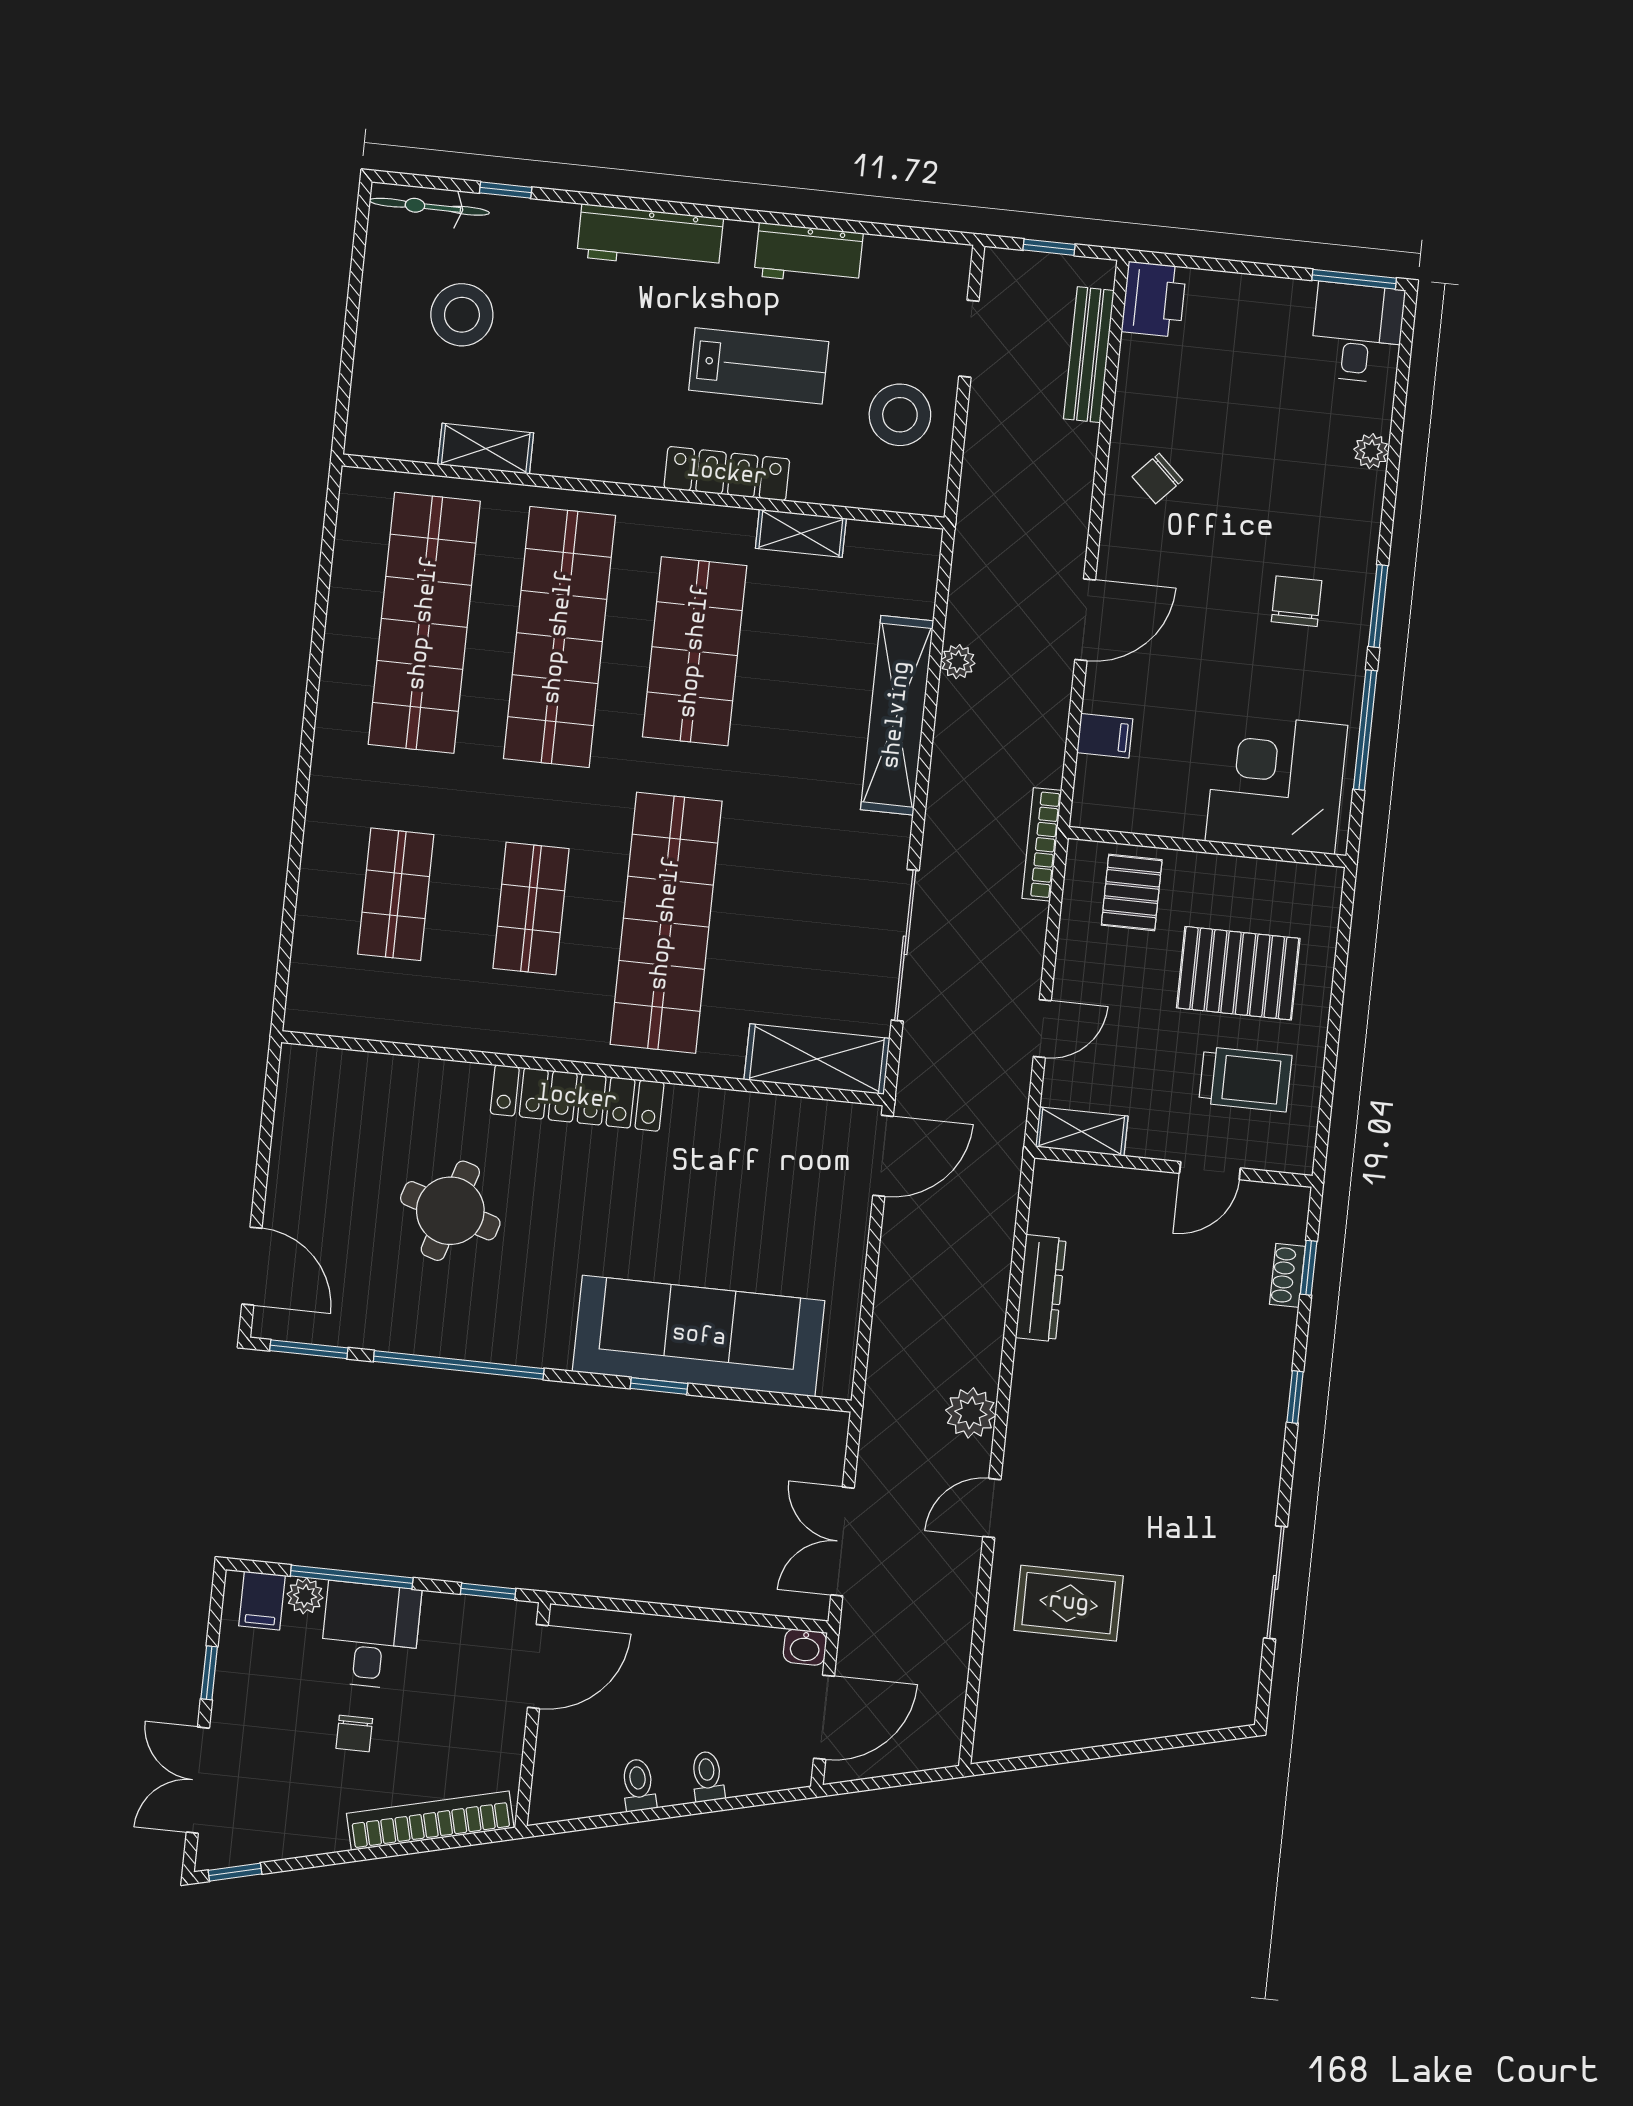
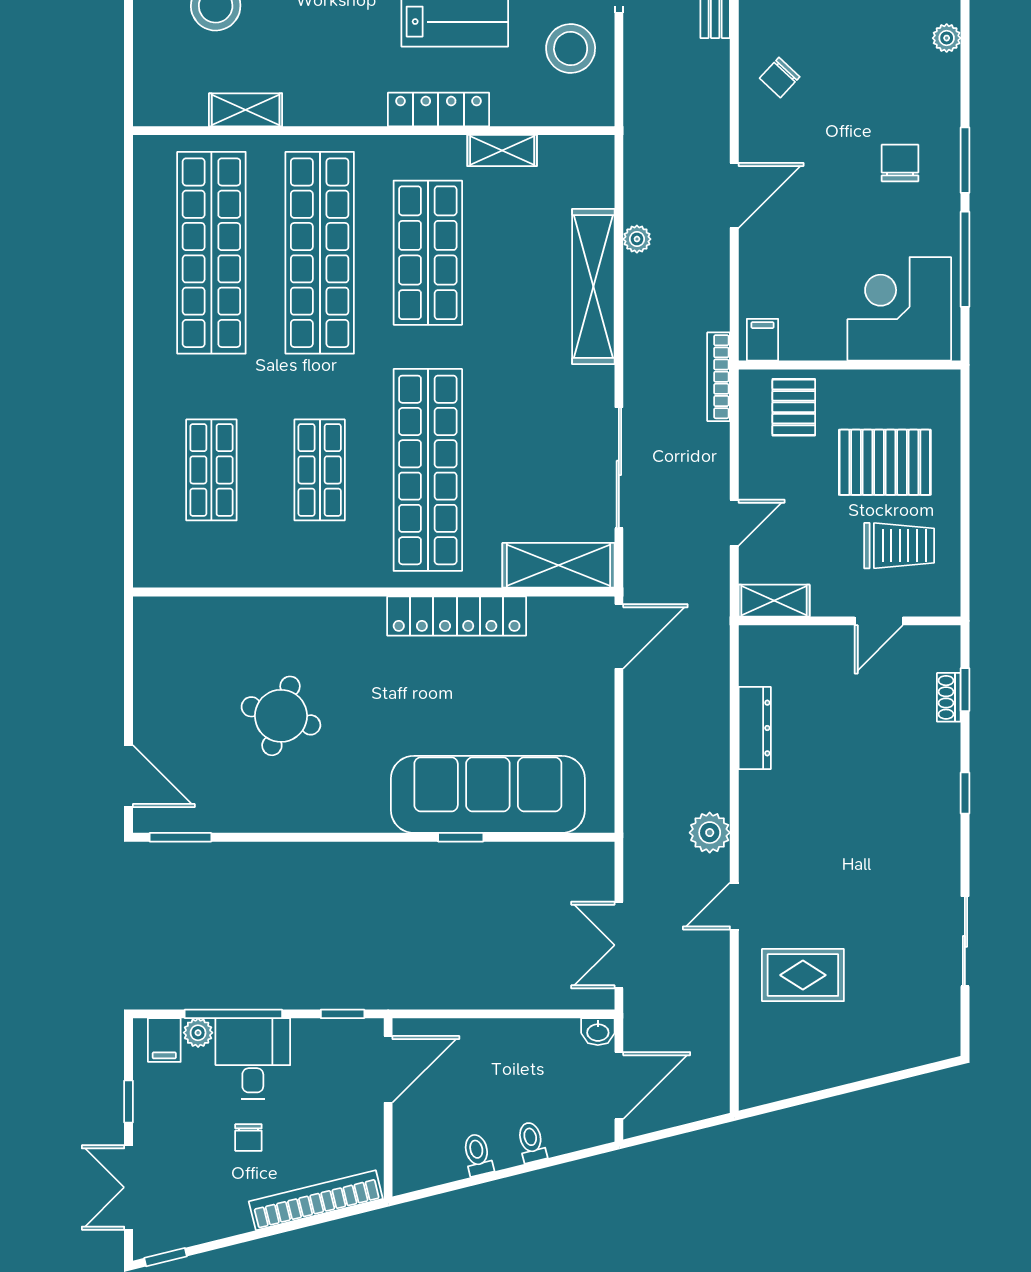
filing cabinet: (1105, 736) -> (763, 340), moved, turned -90
locker: (577, 1098) -> (457, 616), moved
window: (459, 1365) -> (300, 837), removed

